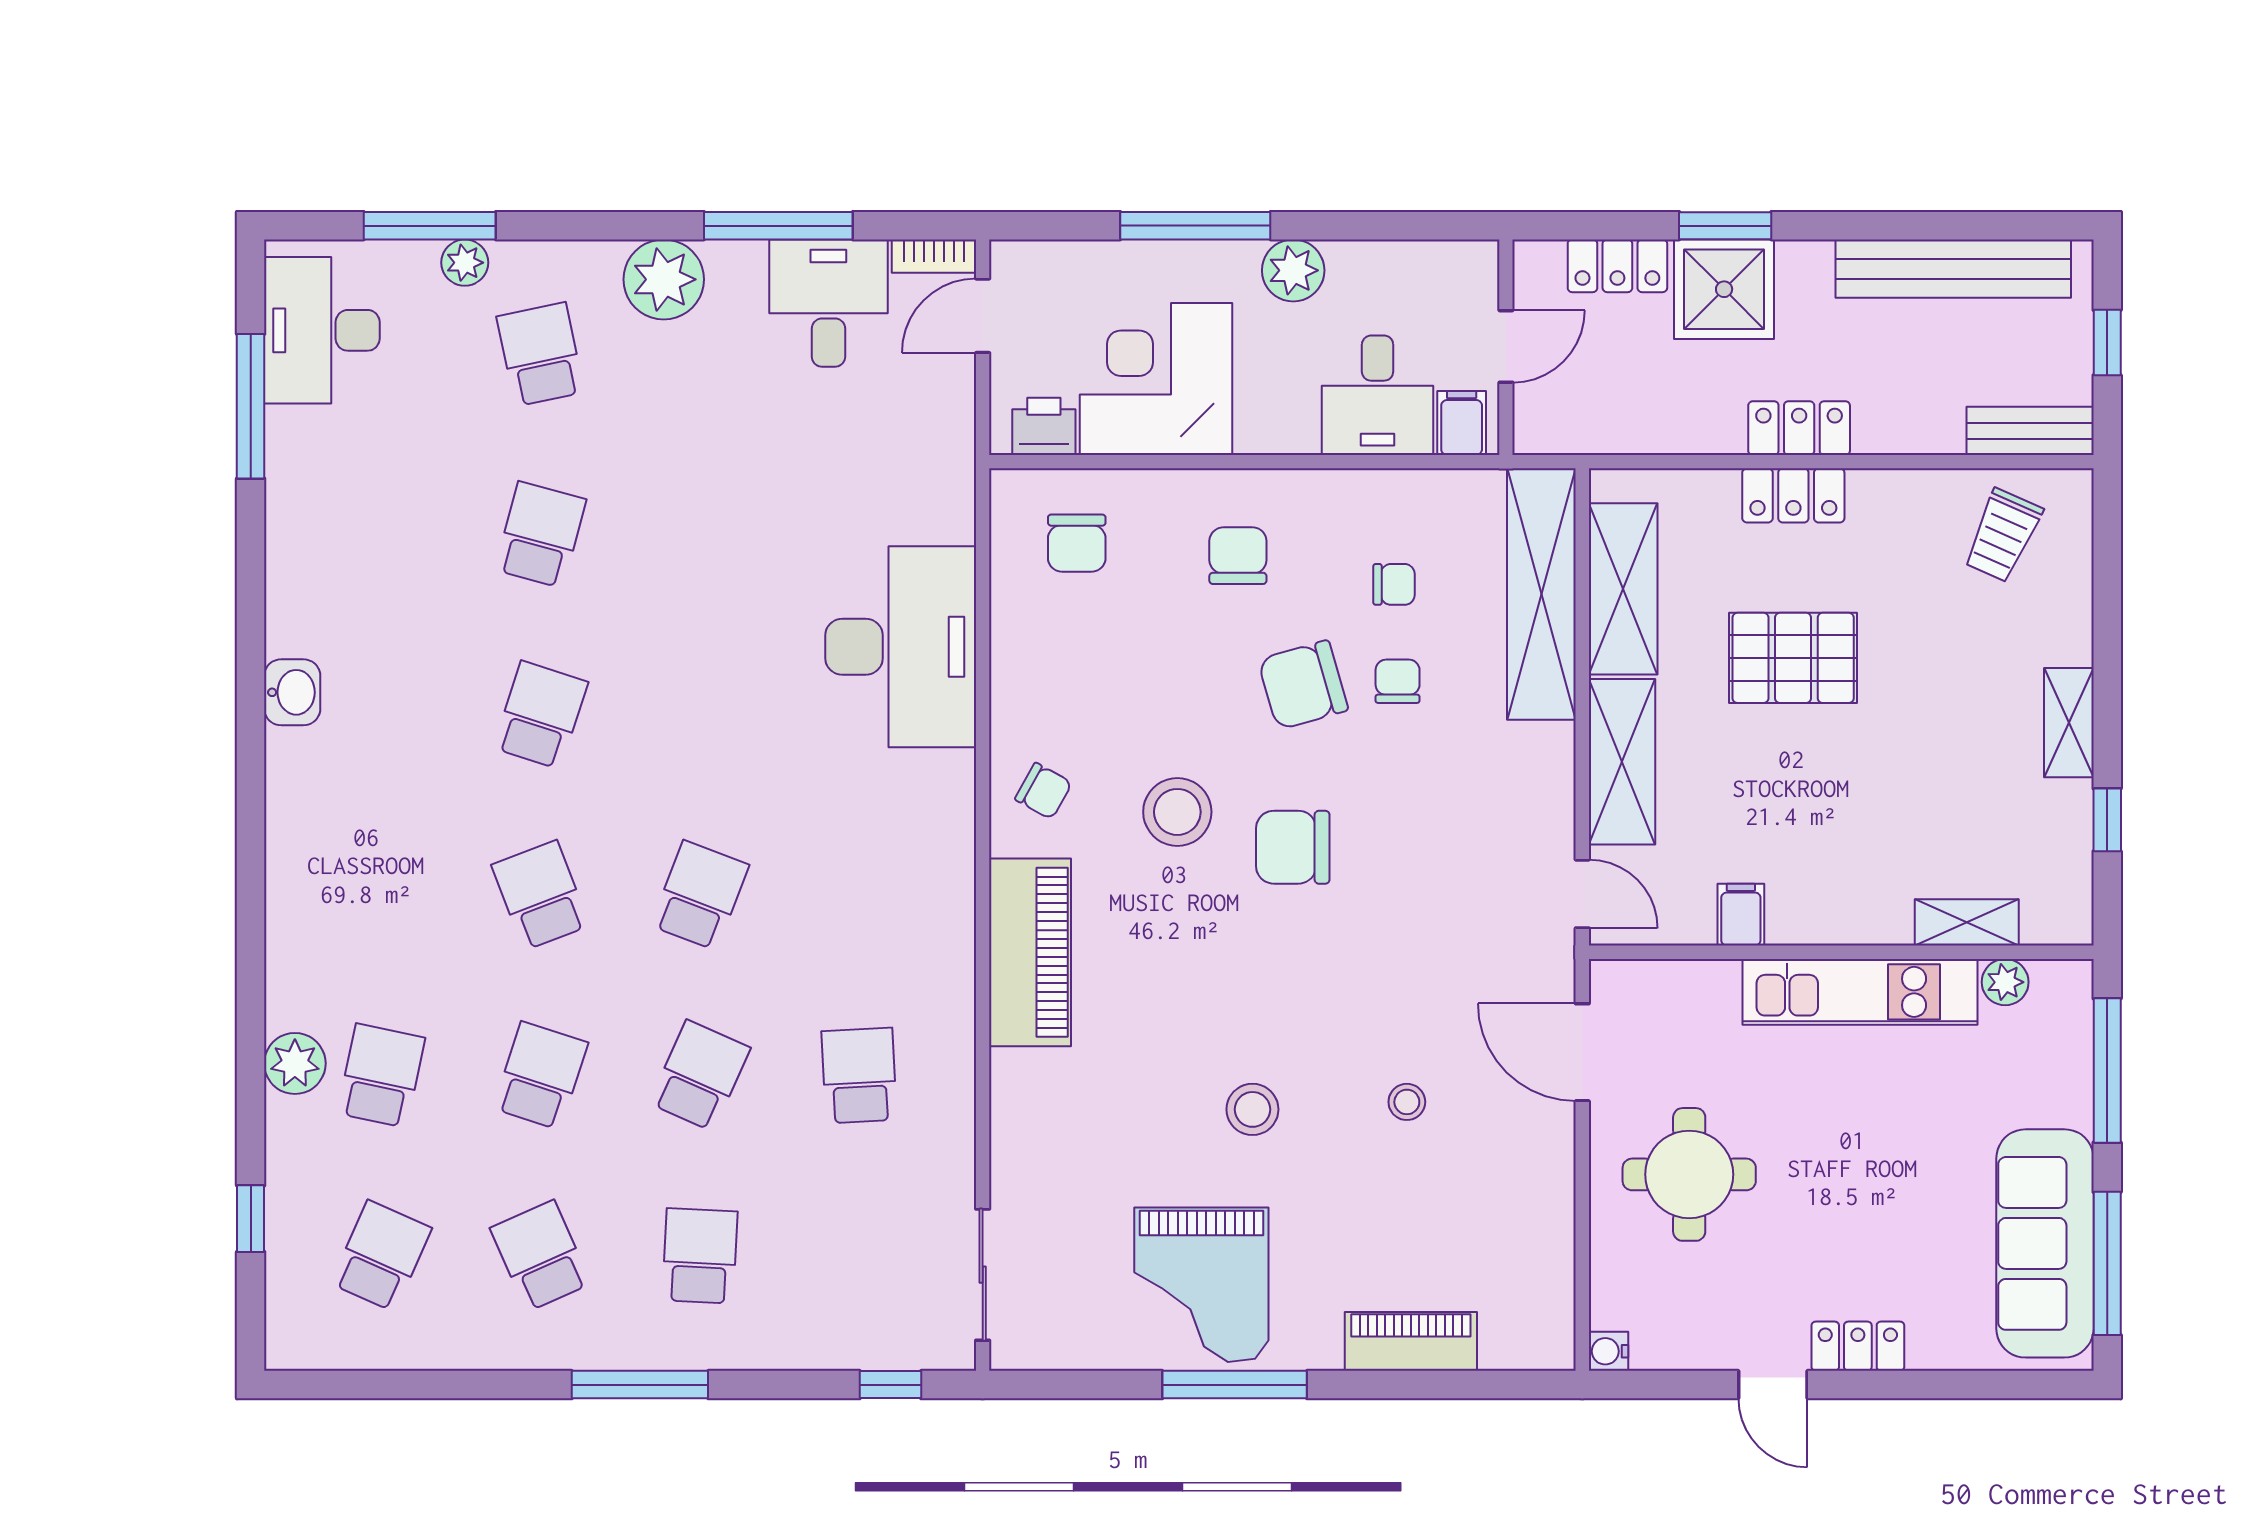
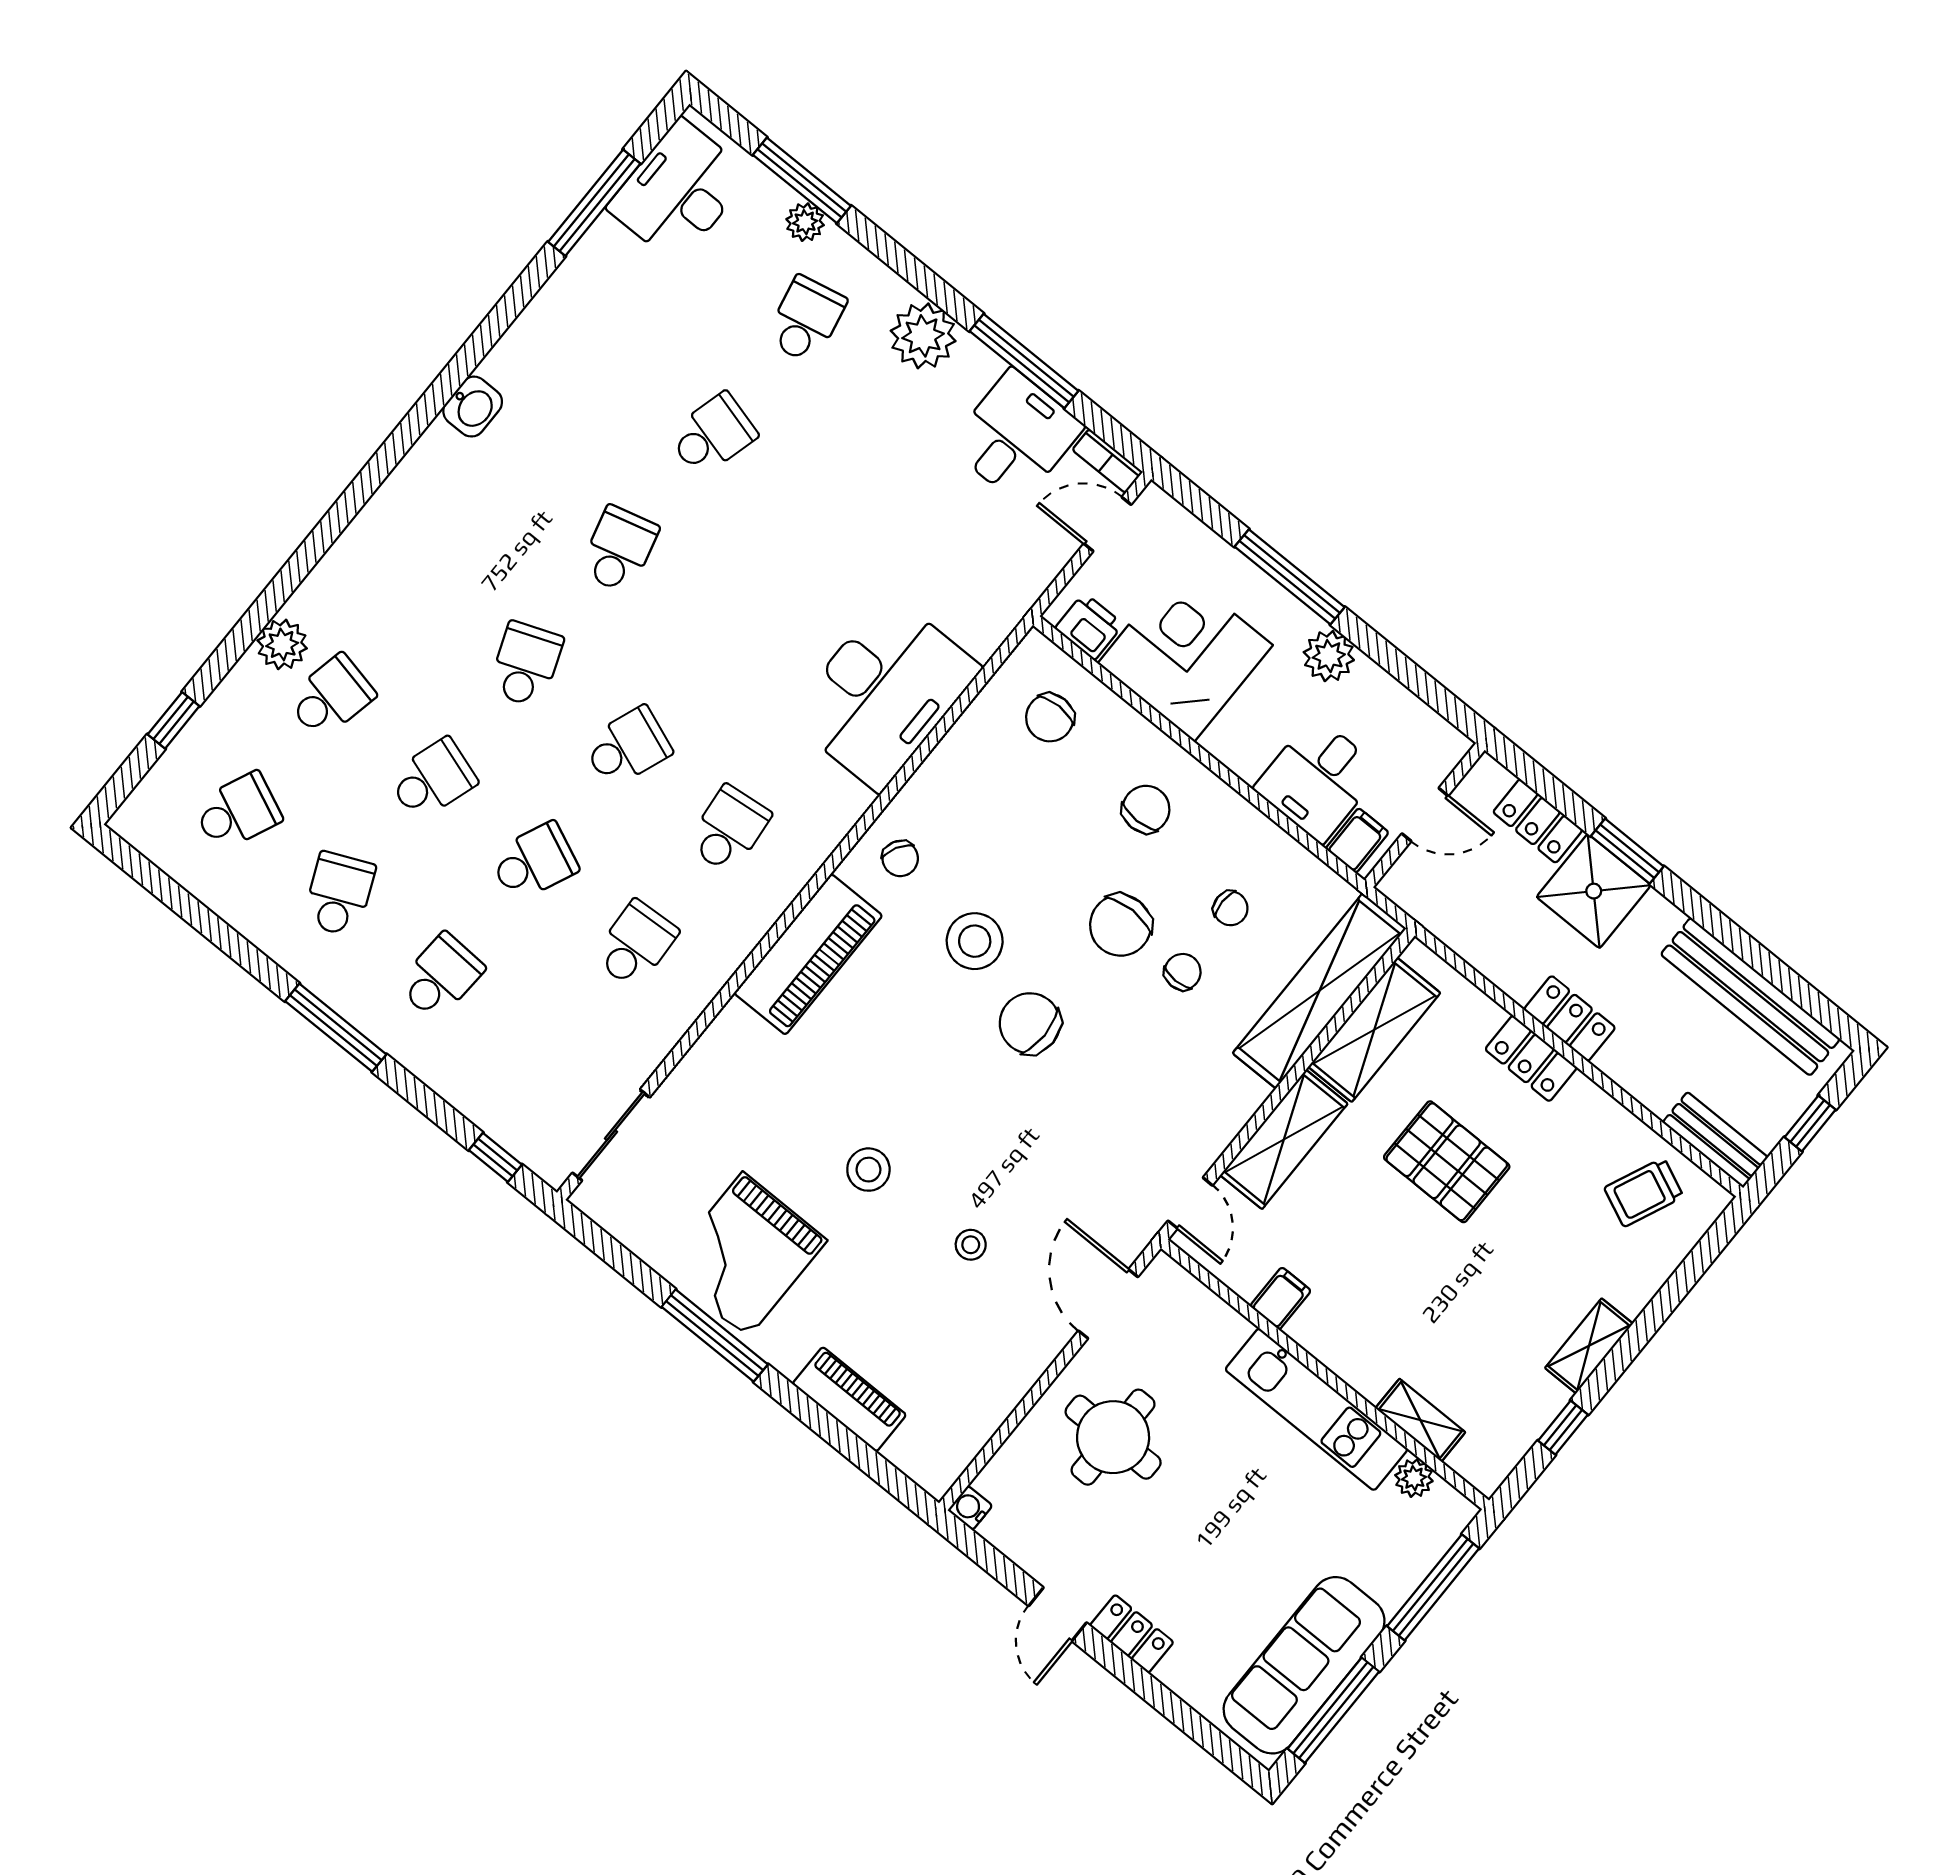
chair: (1303, 685) -> (1121, 925), turned -74
school desk: (541, 715) -> (619, 550), turned -33
school desk: (859, 895) -> (729, 829), added

